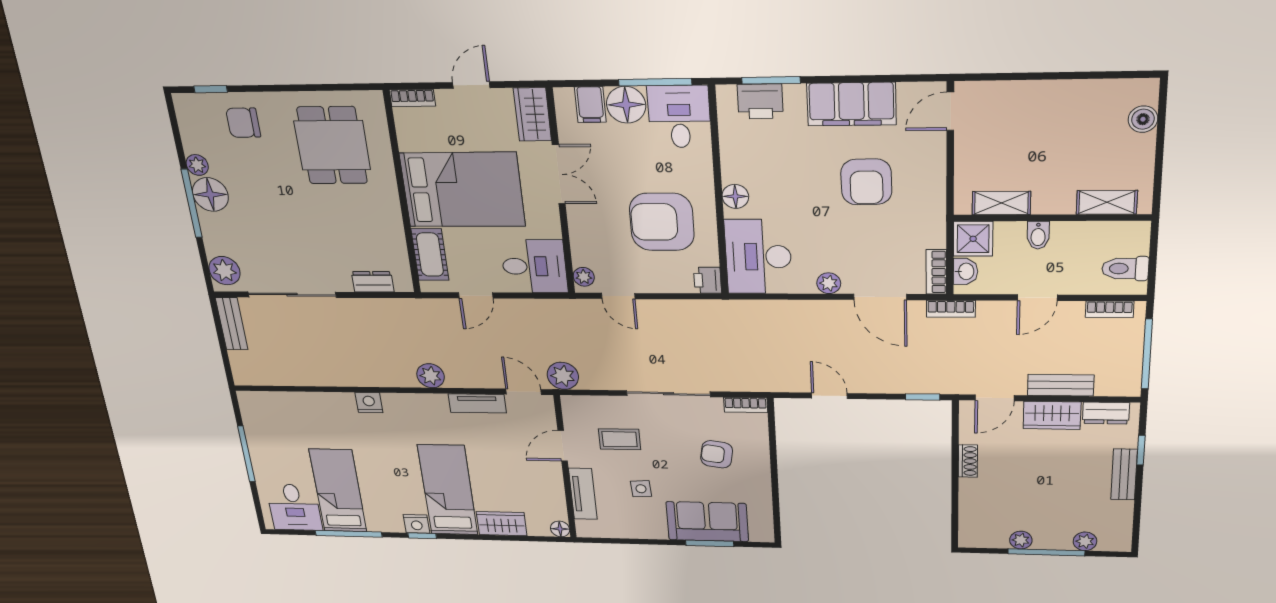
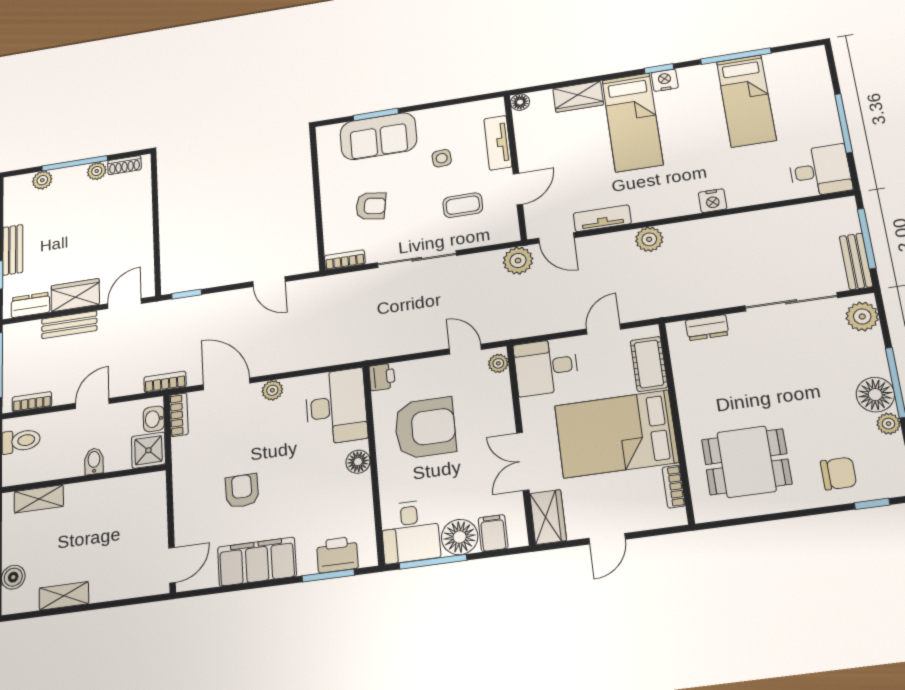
bookcase: (412, 98) -> (674, 487), moved, turned -90
dining table: (332, 145) -> (747, 462), turned 90
armchair: (866, 182) -> (242, 491), width x0.72, depth x0.72
shelving: (1001, 203) -> (64, 596), moved
window: (222, 343) -> (867, 238), added
shoe rack: (968, 461) -> (124, 165), moved, turned -90
desk: (294, 507) -> (820, 171), moved, turned 90

